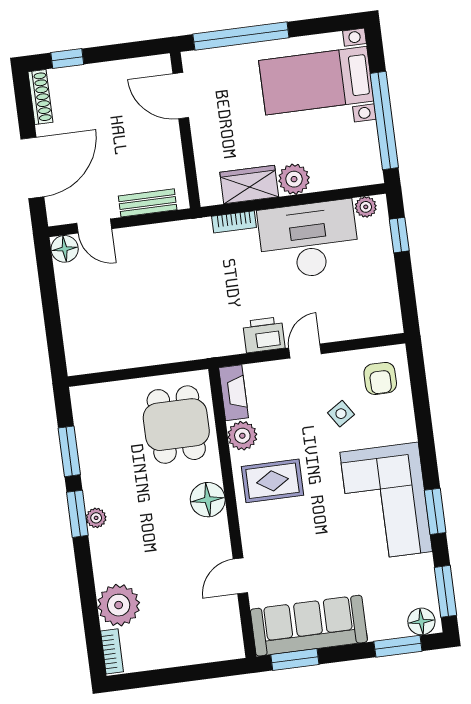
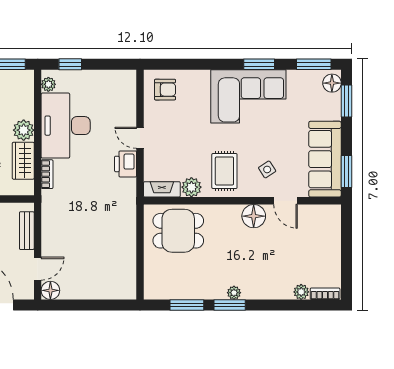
side table: (341, 414) -> (267, 169), moved
floor lamp: (208, 500) -> (254, 216), moved
plant: (119, 605) -> (301, 292), width x0.53, depth x0.53

